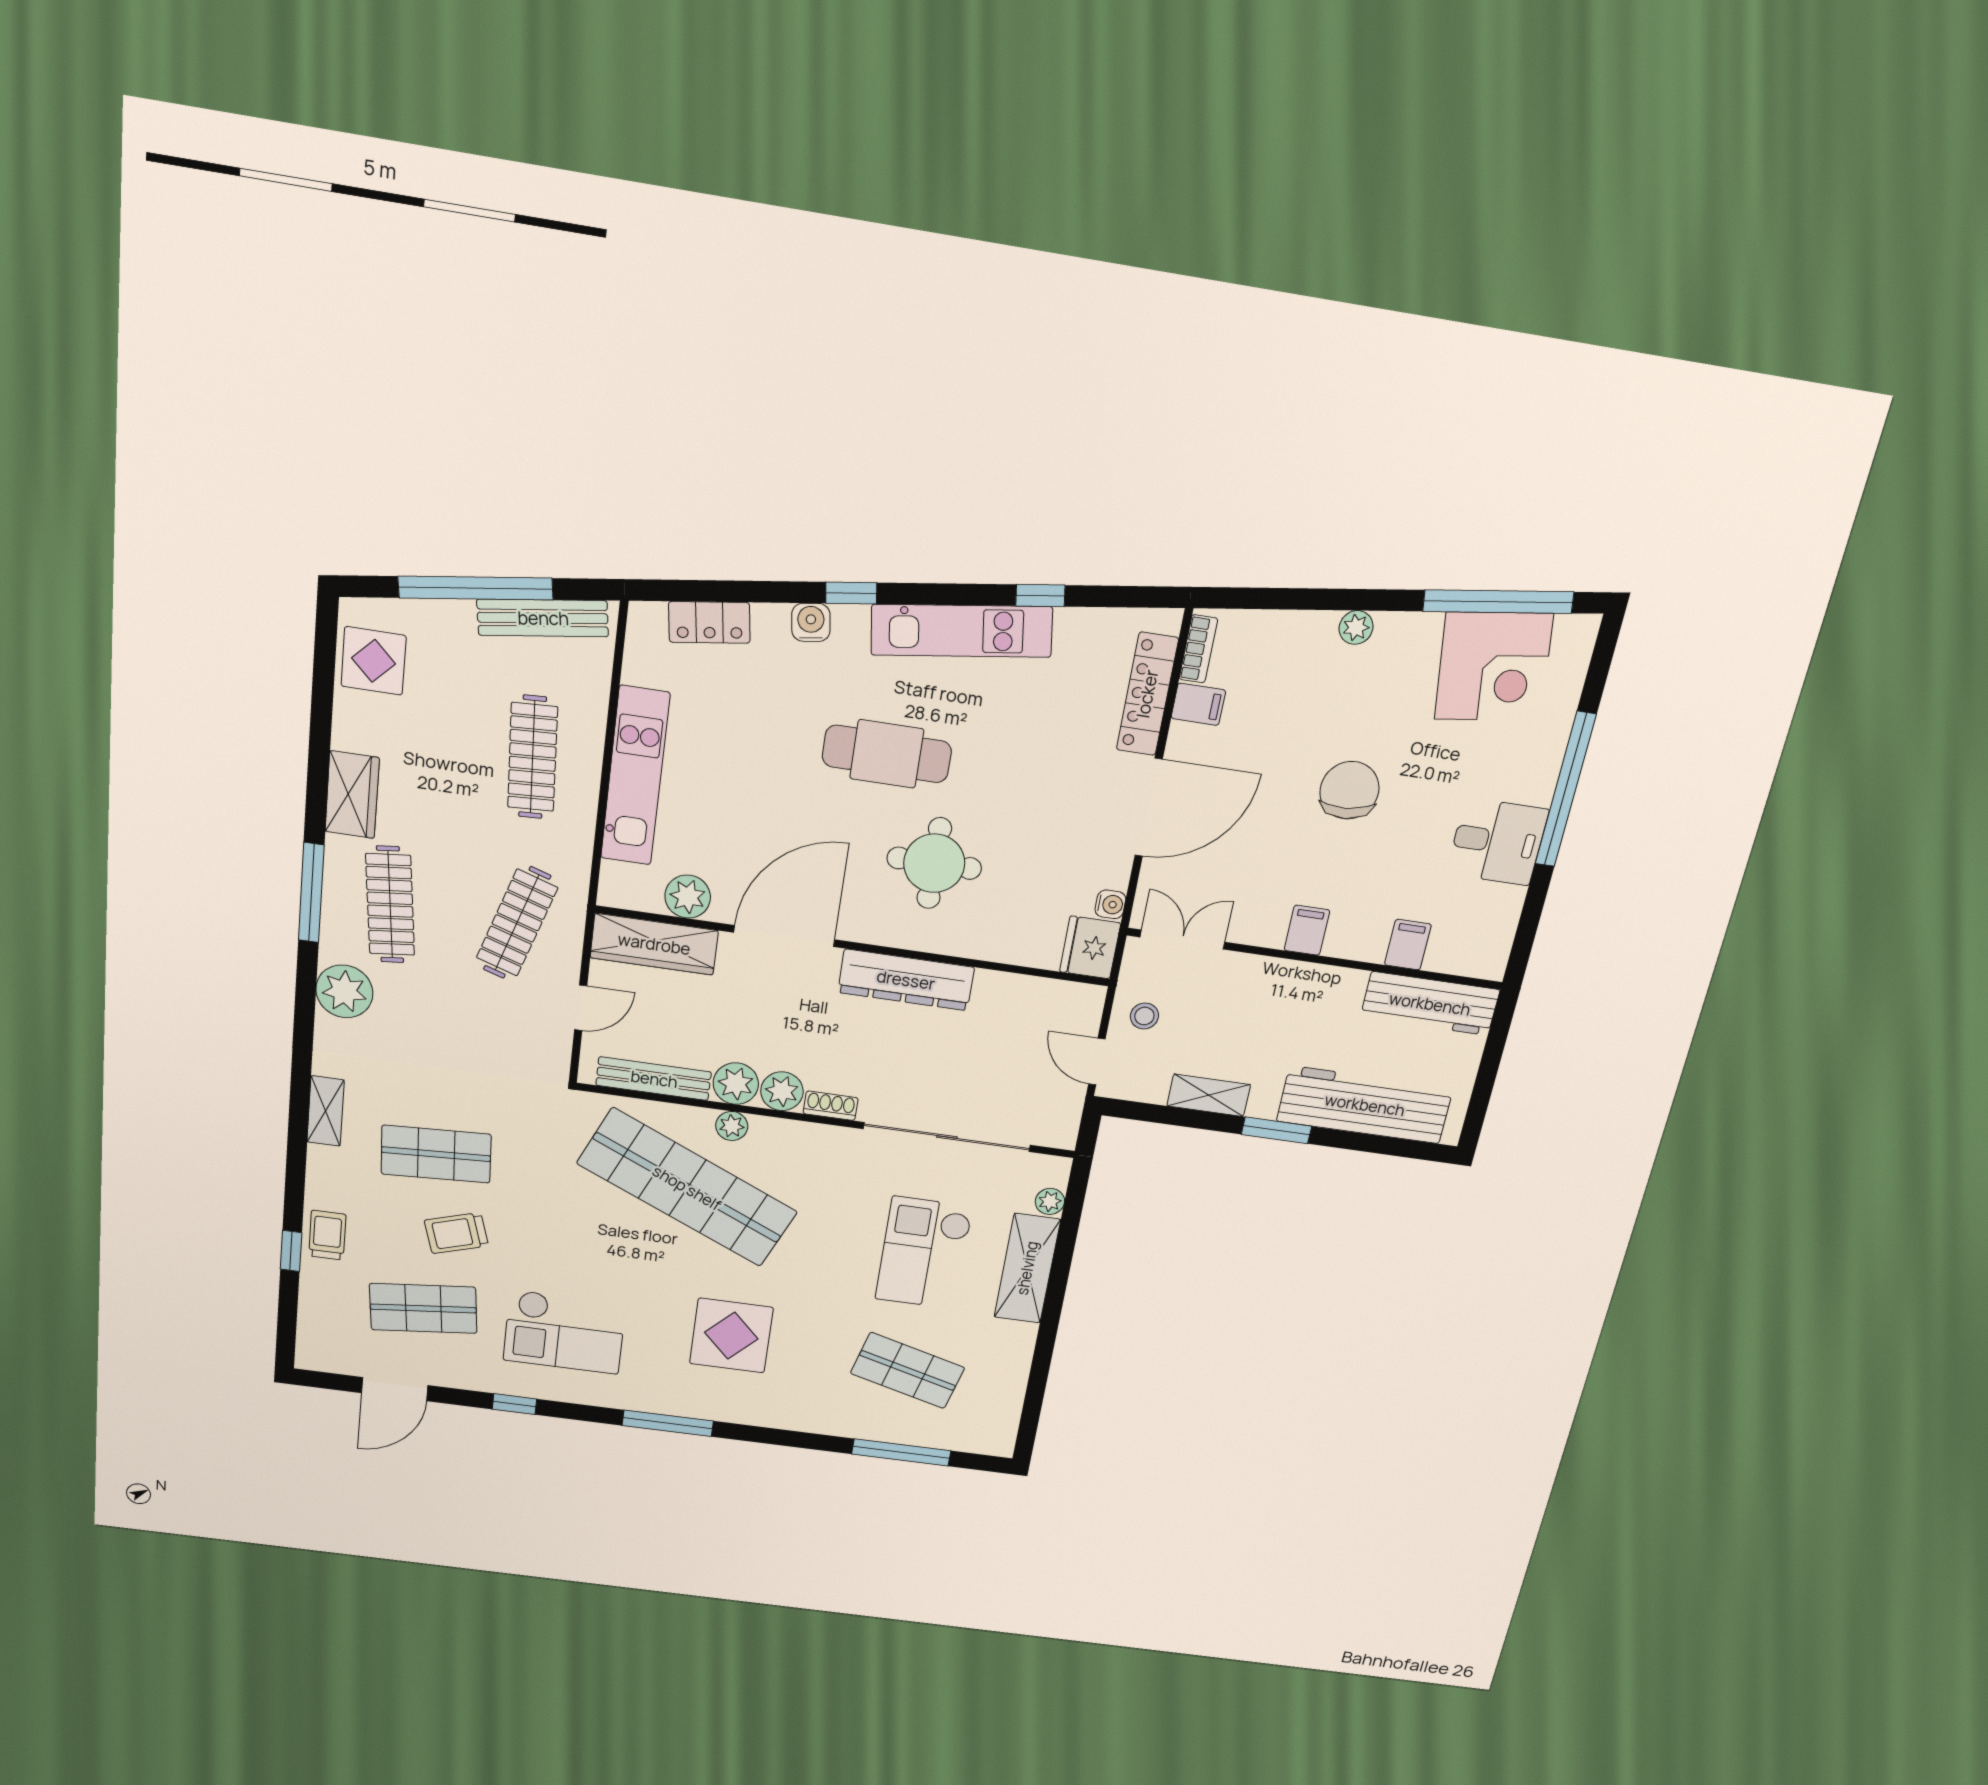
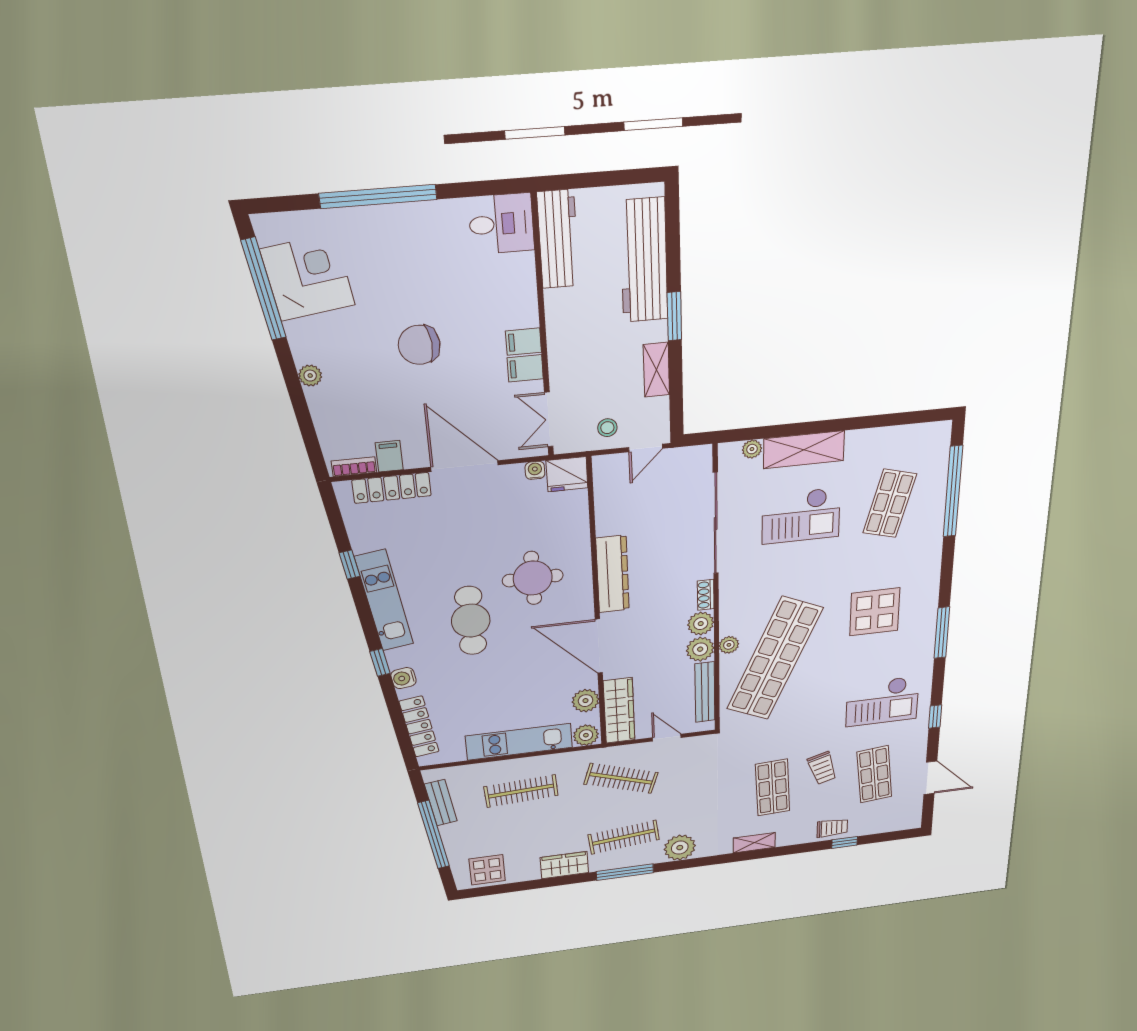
bench: (543, 618) -> (441, 803), width x0.73
locker: (709, 622) -> (419, 727), width x1.53
desk: (1497, 842) -> (501, 224), moved, turned 90
plant: (620, 884) -> (586, 735), added
filing cabinet: (1408, 945) -> (525, 368), moved
trolley: (327, 1235) -> (832, 828), turned 180
checkout: (564, 1332) -> (882, 701), turned 90
window: (901, 1452) -> (953, 492), width x1.46

